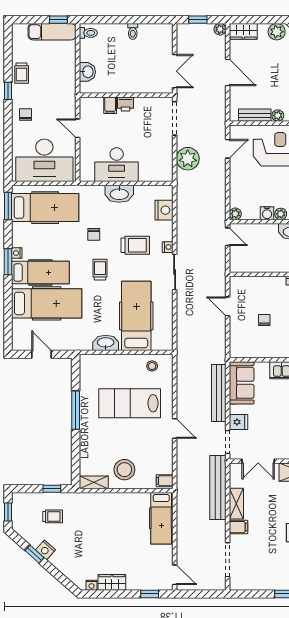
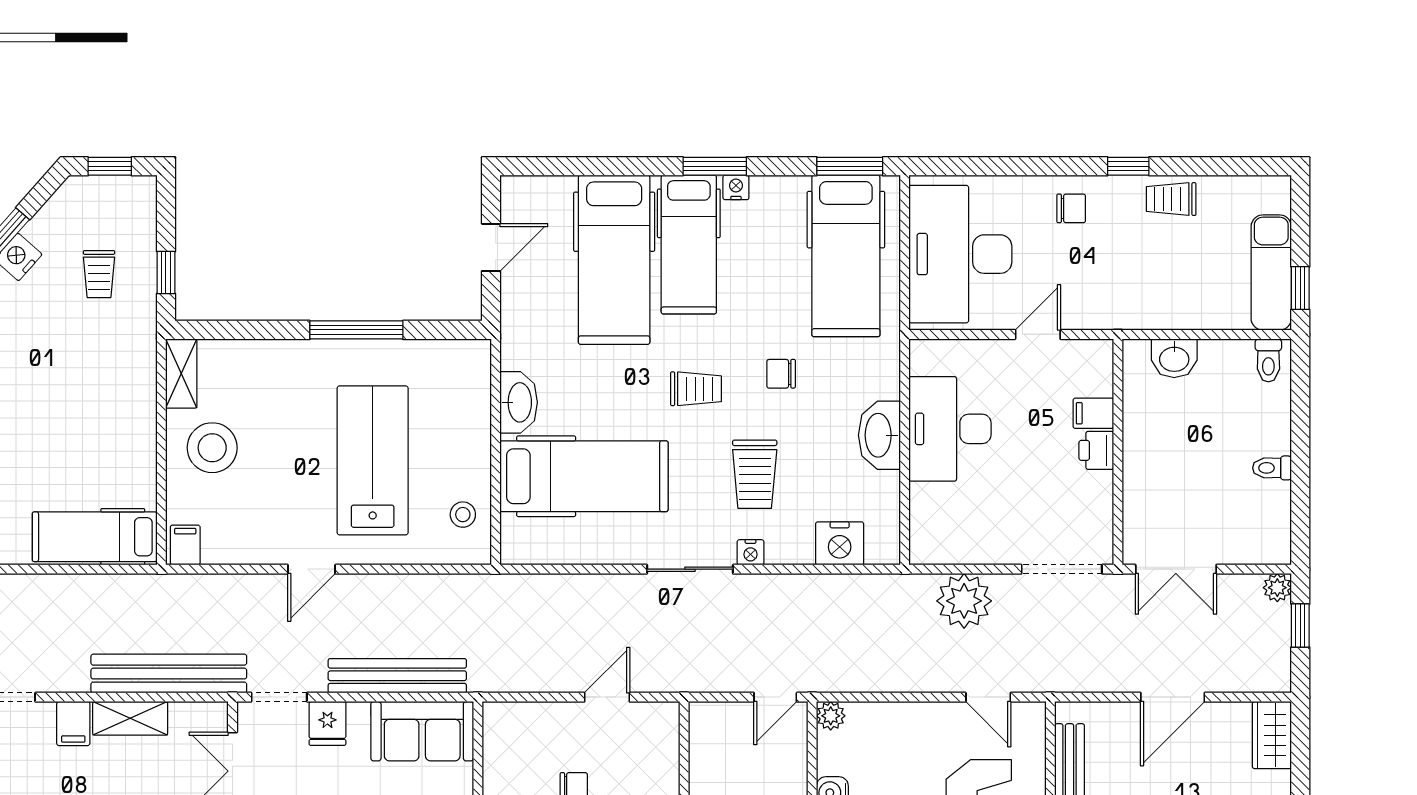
plant: (220, 29) -> (1277, 588), moved

